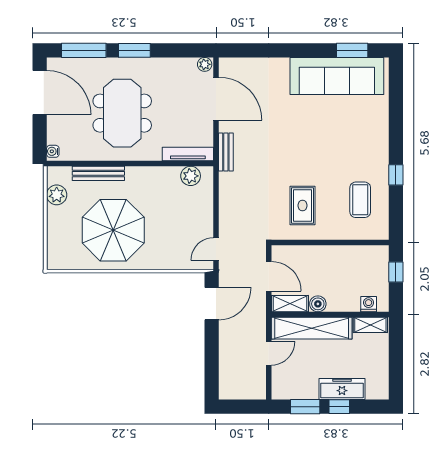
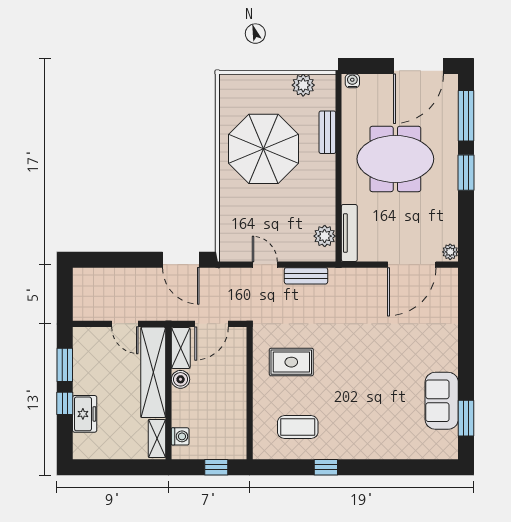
sofa: (337, 76) -> (442, 401), width x0.54, depth x0.79
bench: (226, 152) -> (306, 276), moved
bench: (98, 173) -> (327, 132), width x0.73
door: (216, 249) -> (265, 265), moved
freezer: (342, 389) -> (85, 414), width x0.71

